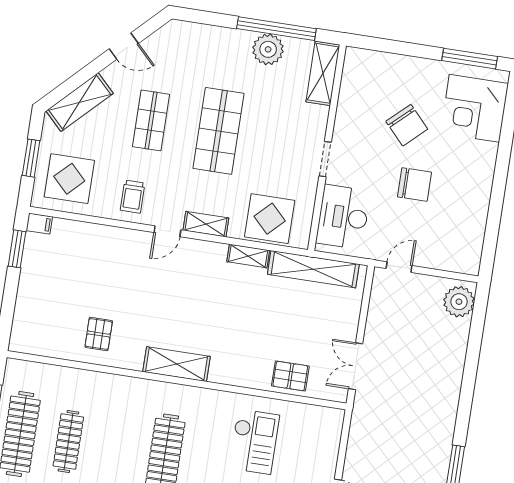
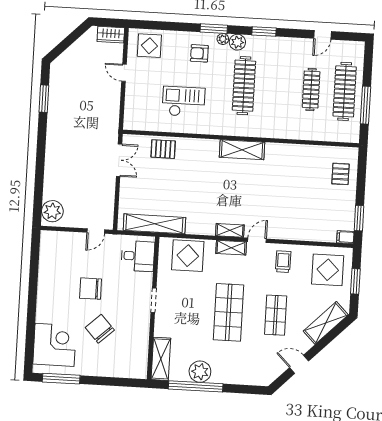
desk: (343, 217) -> (138, 256), width x0.73
shelving: (248, 256) -> (230, 230), moved
pallet: (99, 334) -> (340, 174), moved
checkout: (254, 442) -> (184, 102), turned 90

